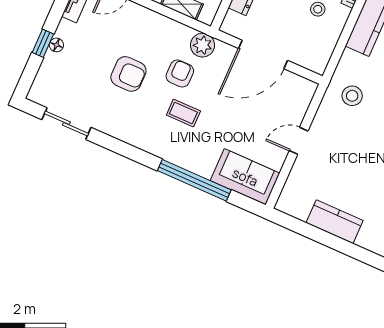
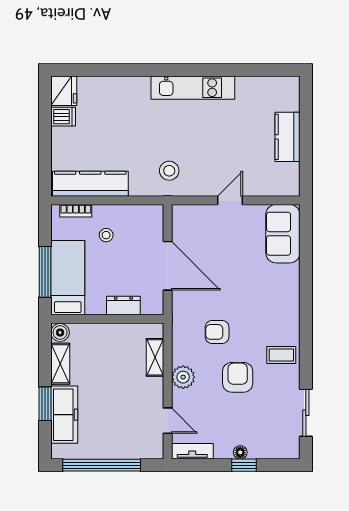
plant: (202, 45) -> (183, 377), moved
coffee table: (183, 113) -> (281, 355), moved, turned 90
door: (299, 141) -> (230, 200), swing flipped
window: (194, 180) -> (306, 277), removed

